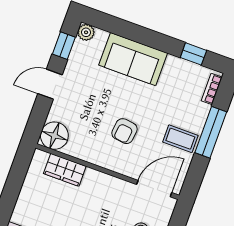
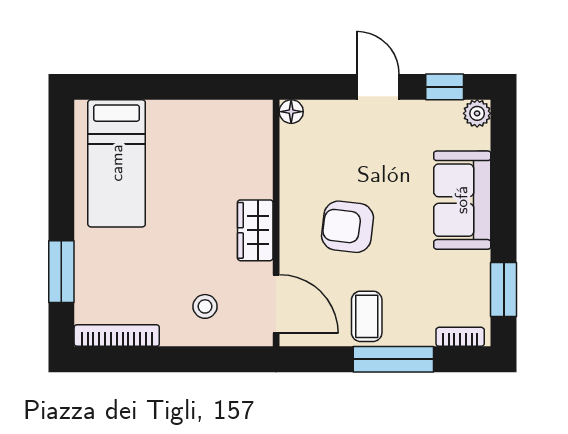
window: (193, 54) -> (504, 289), width x1.50
armchair: (124, 131) -> (347, 227), width x1.38, depth x1.38
floor lamp: (54, 136) -> (291, 112), width x0.53, depth x0.53
wardrobe: (65, 170) -> (255, 230), moved

